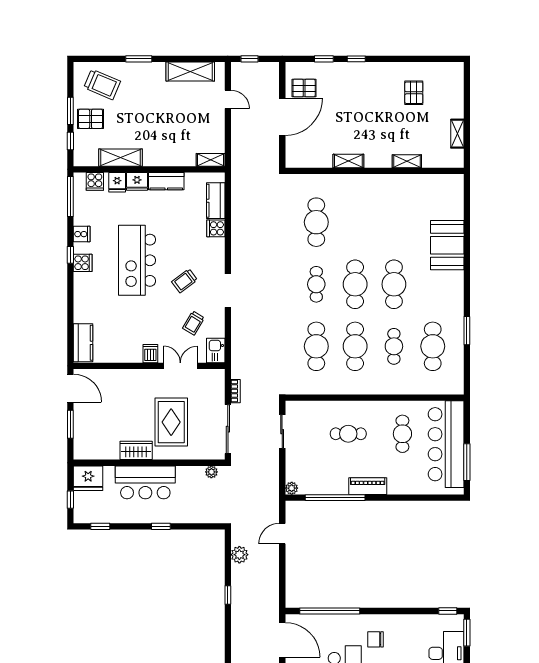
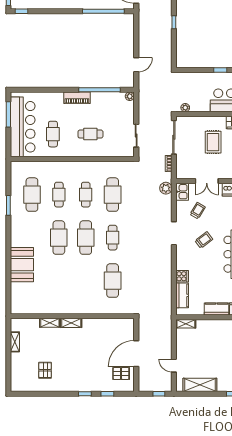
shelving: (348, 161) -> (71, 323), moved
cafe table: (355, 346) -> (86, 195), width x0.73, depth x0.74
rug: (171, 422) -> (213, 142), width x0.73, depth x0.70
plant: (239, 555) -> (166, 188), moved

